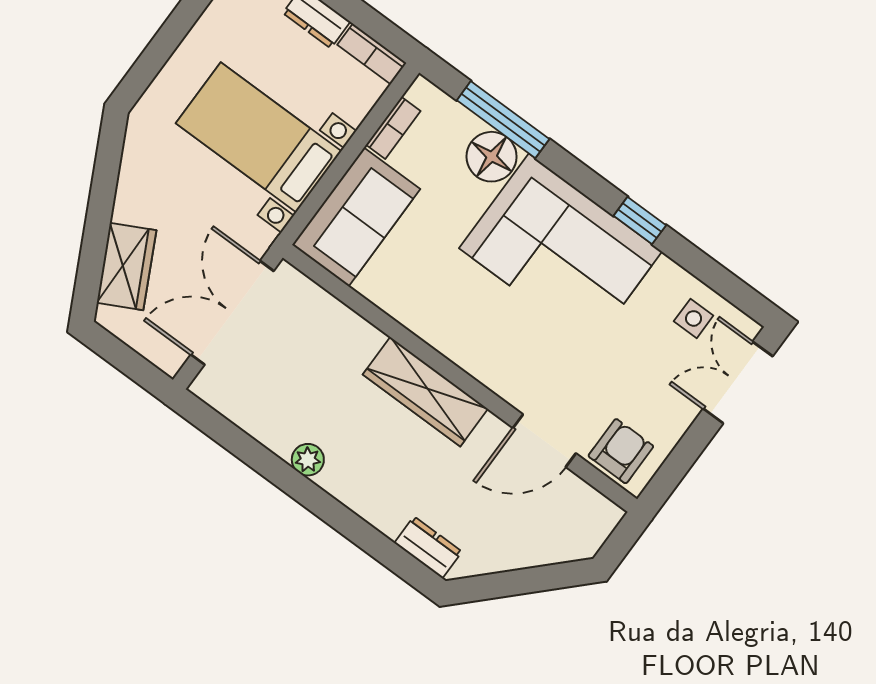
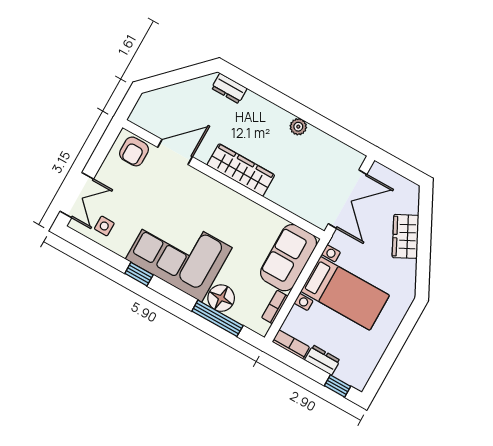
wardrobe: (126, 266) -> (405, 236), moved

